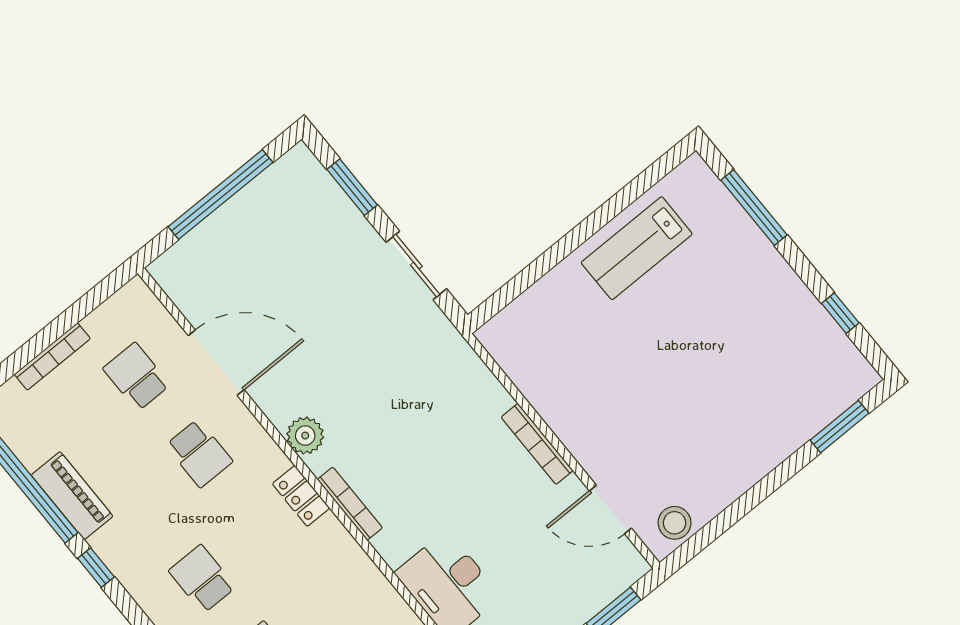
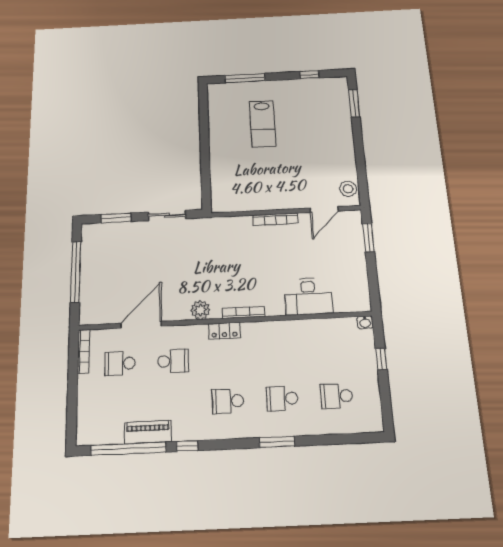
lab bench: (637, 248) -> (263, 124), moved
bookcase: (52, 356) -> (83, 351), moved

